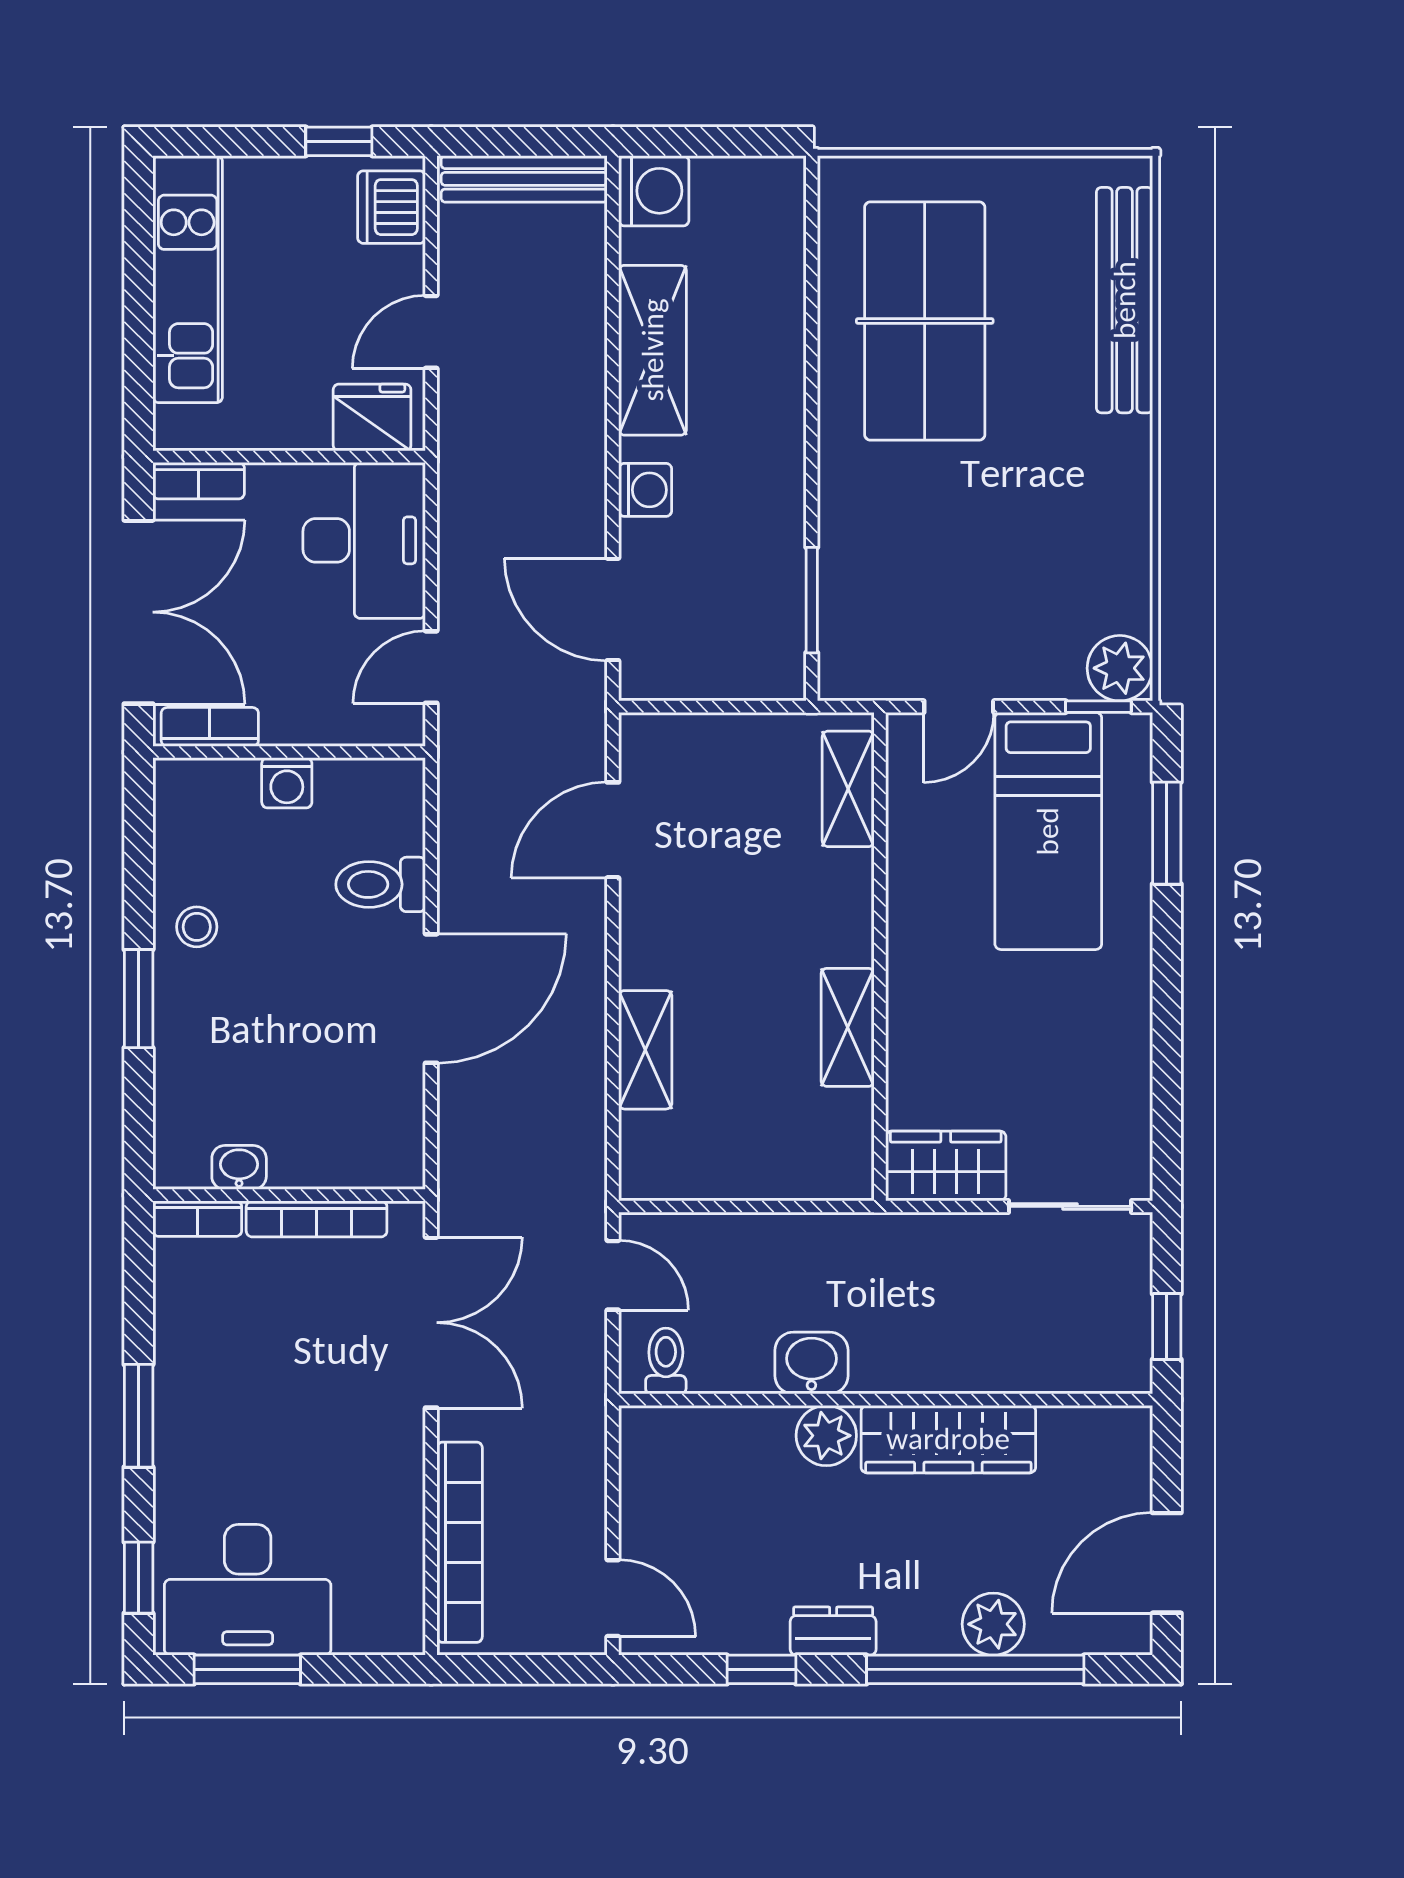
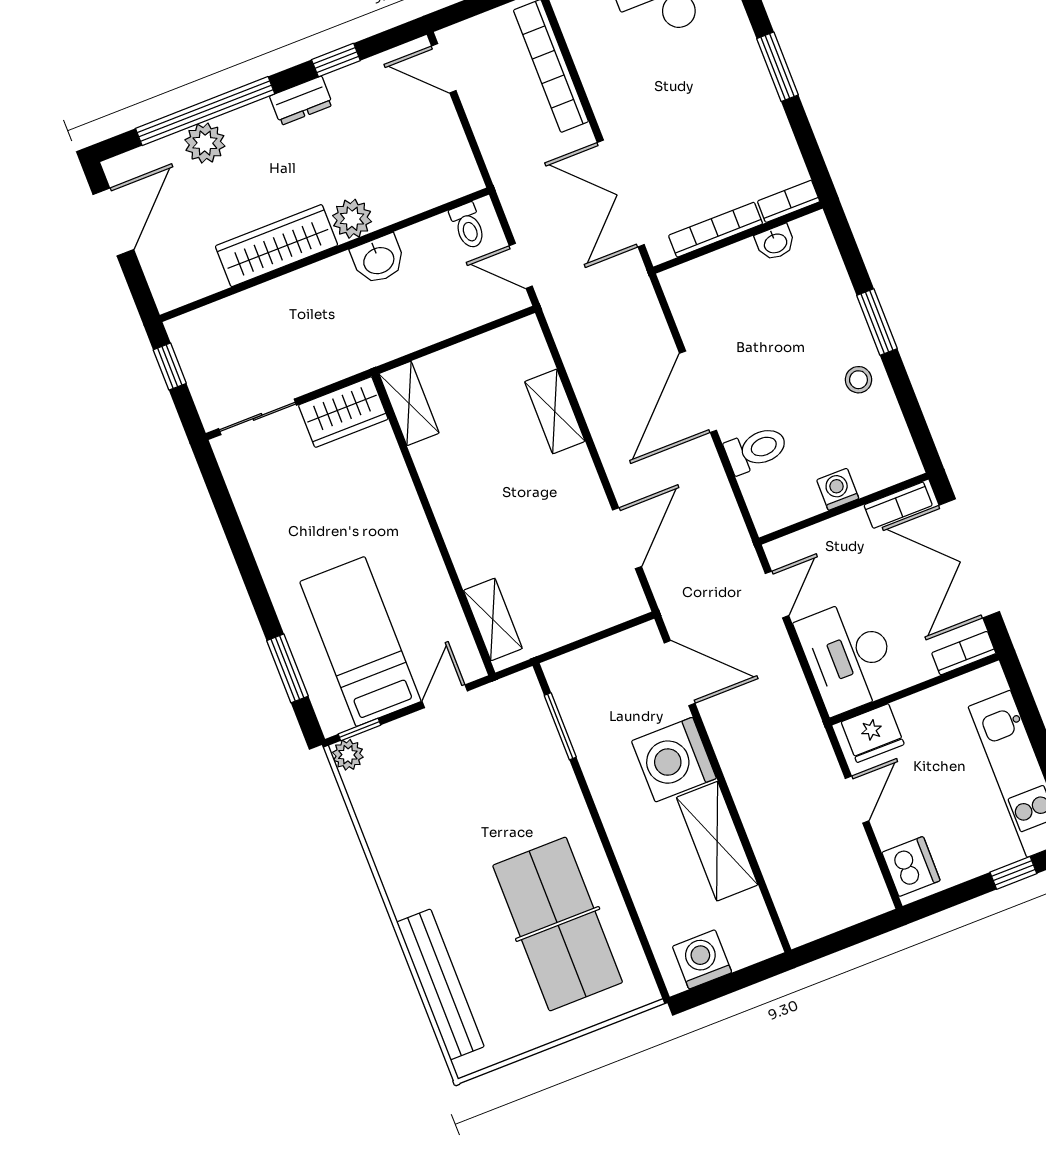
window: (339, 141) -> (1013, 873), moved
bench: (524, 179) -> (837, 915), removed
washing machine: (654, 191) -> (702, 959), moved, turned 90
washing machine: (645, 490) -> (674, 760), width x1.89, depth x1.89
plant: (1120, 668) -> (348, 755), width x0.73, depth x0.73
shelving: (848, 1027) -> (409, 403), moved

